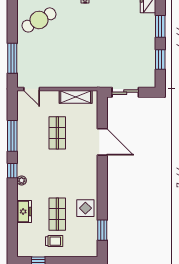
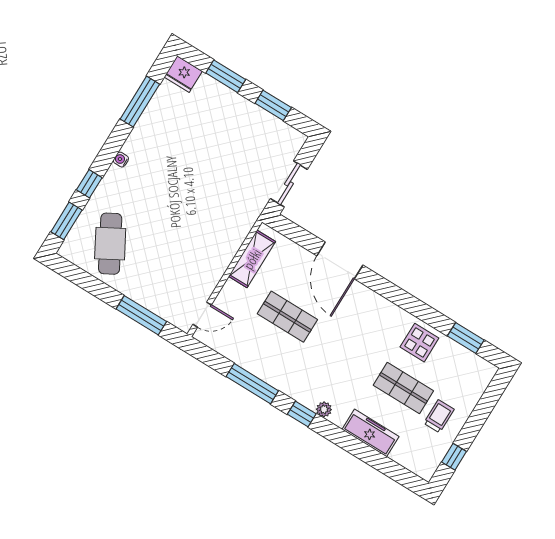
door: (102, 142) -> (340, 260), swing flipped
freezer: (24, 211) -> (371, 433), width x1.40

